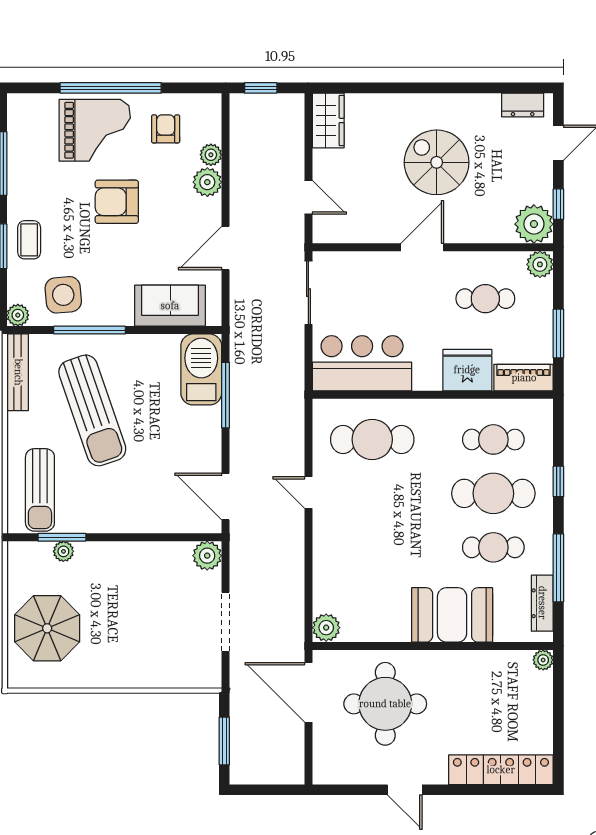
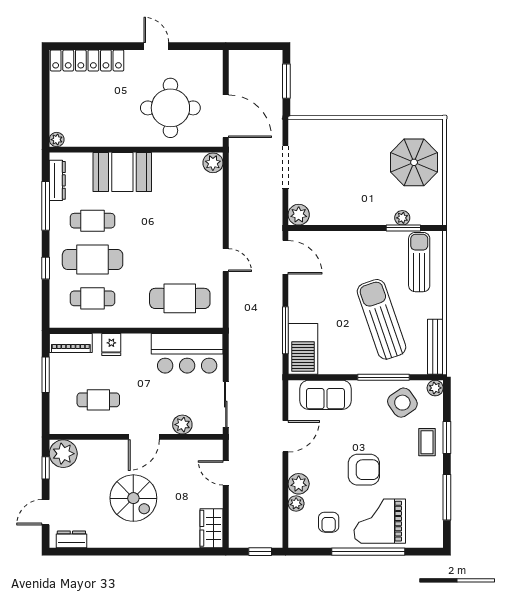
plant: (540, 264) -> (182, 425), moved
side table: (63, 295) -> (402, 403), turned -30
fridge: (467, 370) -> (111, 345), width x0.53, depth x0.75

